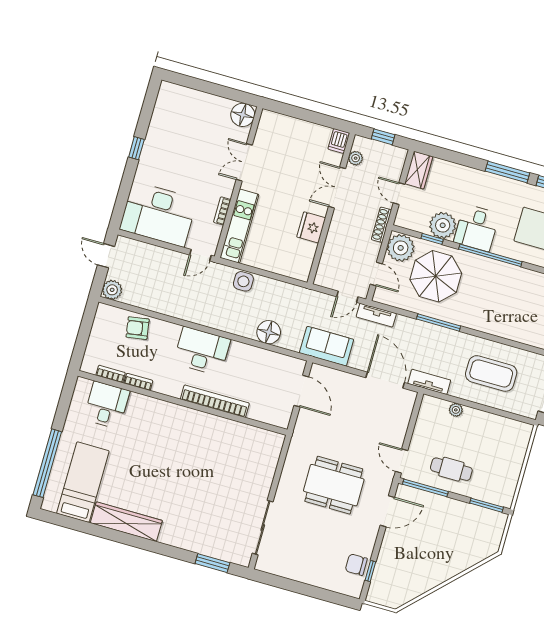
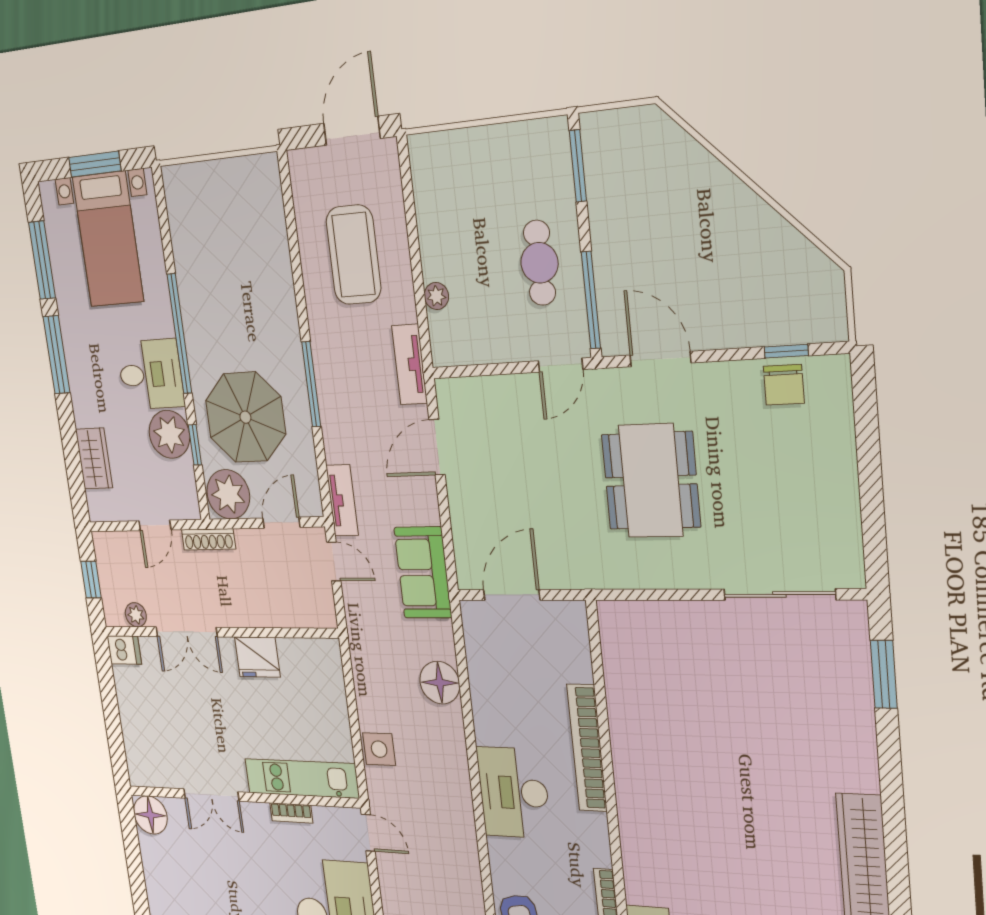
wardrobe: (419, 170) -> (94, 459), moved, turned 90
door: (385, 380) -> (437, 447), width x0.73

